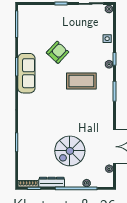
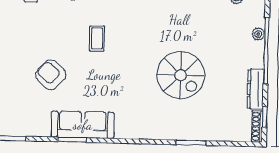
coffee table: (81, 81) -> (97, 38), width x0.54, depth x0.58
spiral stairs: (70, 151) -> (181, 75), moved

